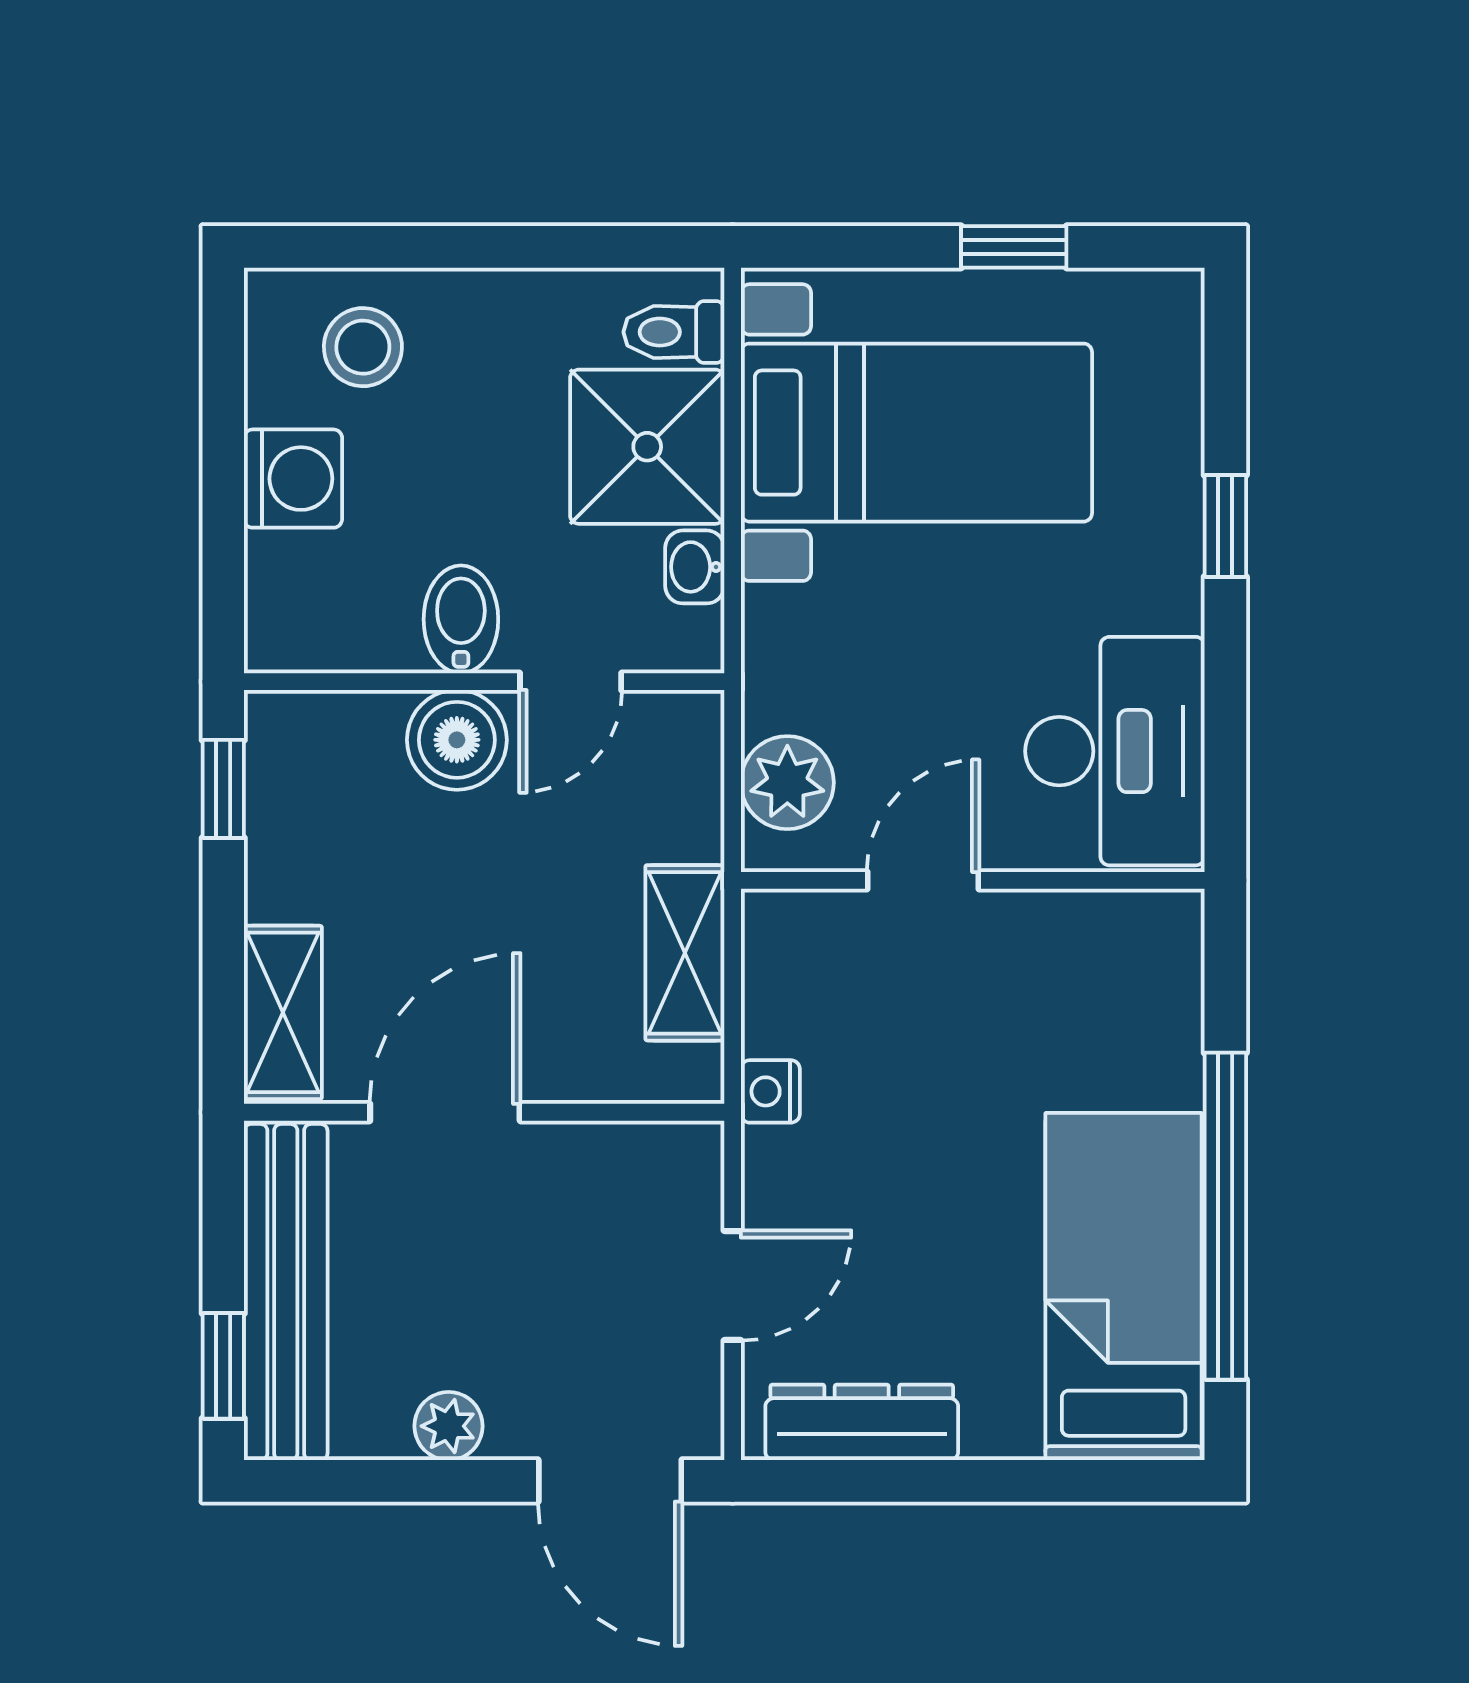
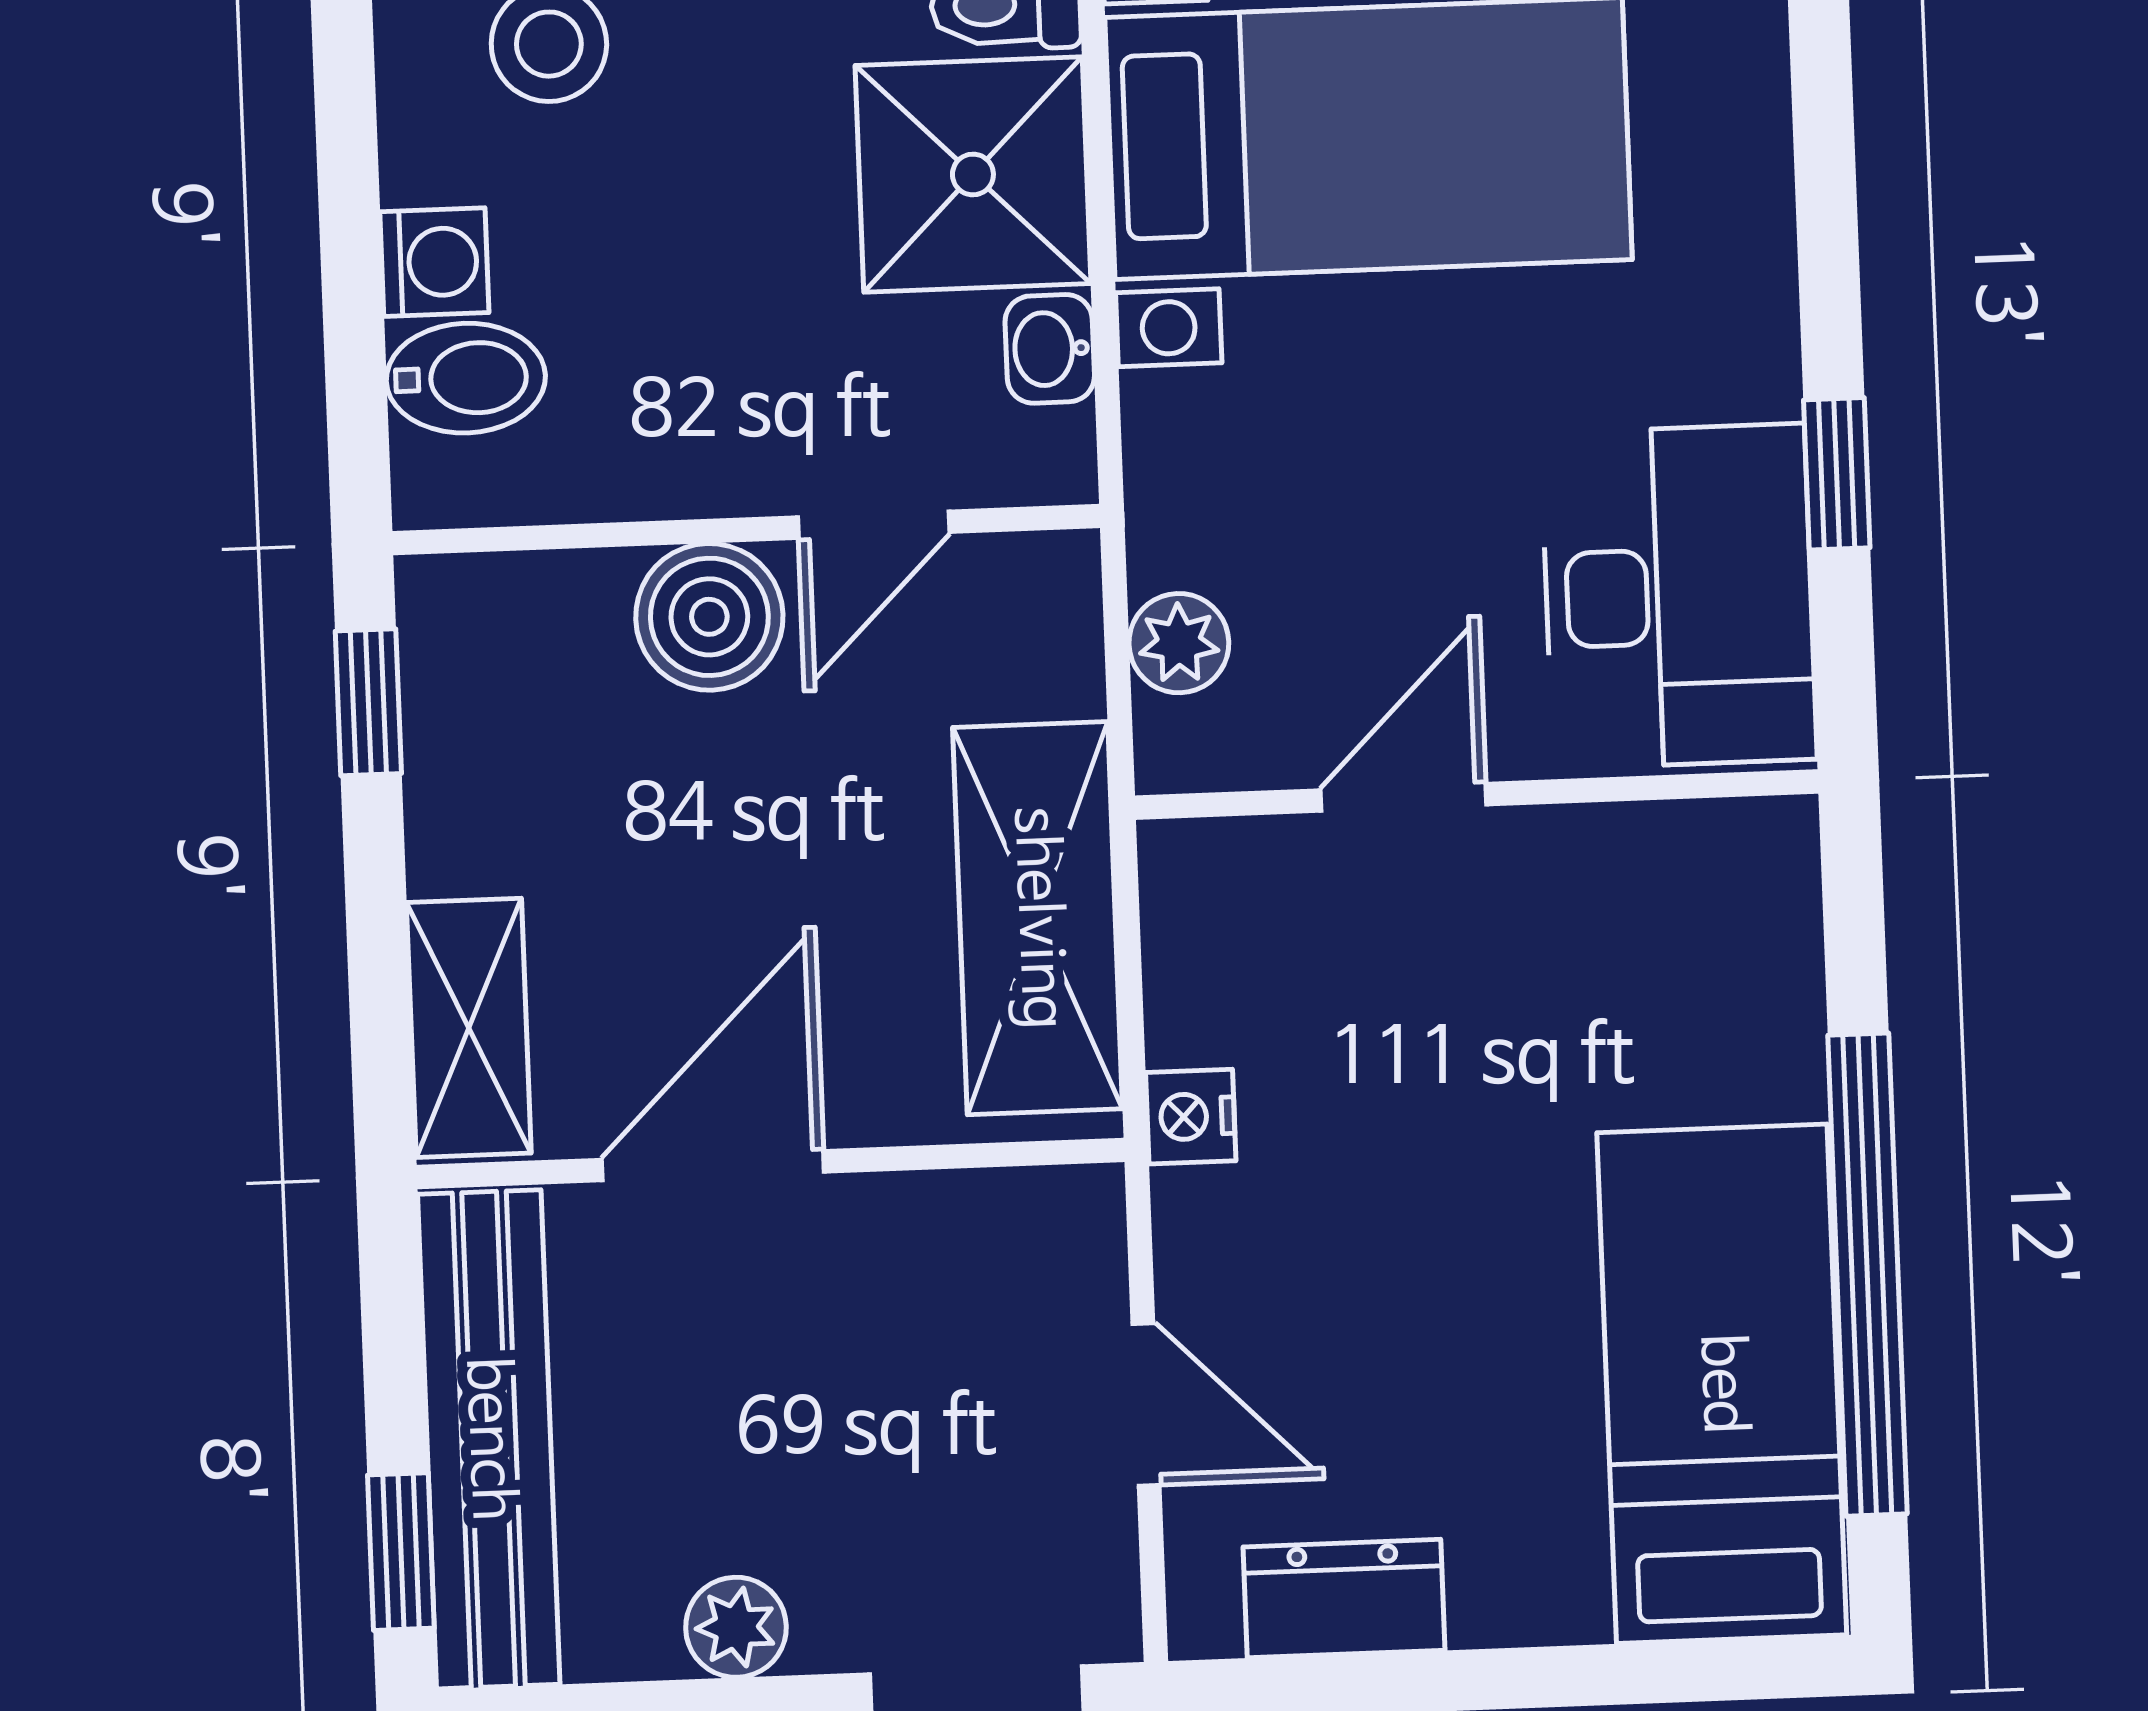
washing machine: (293, 479) -> (434, 262), width x0.73, depth x0.73
window: (1225, 526) -> (1837, 474), moved
bidet: (461, 619) -> (466, 378), moved, turned 90
plant: (787, 783) -> (1179, 643), width x0.73, depth x0.73
shelving: (685, 953) -> (1038, 918), width x1.50, depth x1.33
door: (733, 1285) -> (1146, 1404), hinge flipped
dresser: (862, 1422) -> (1344, 1599), width x0.70

